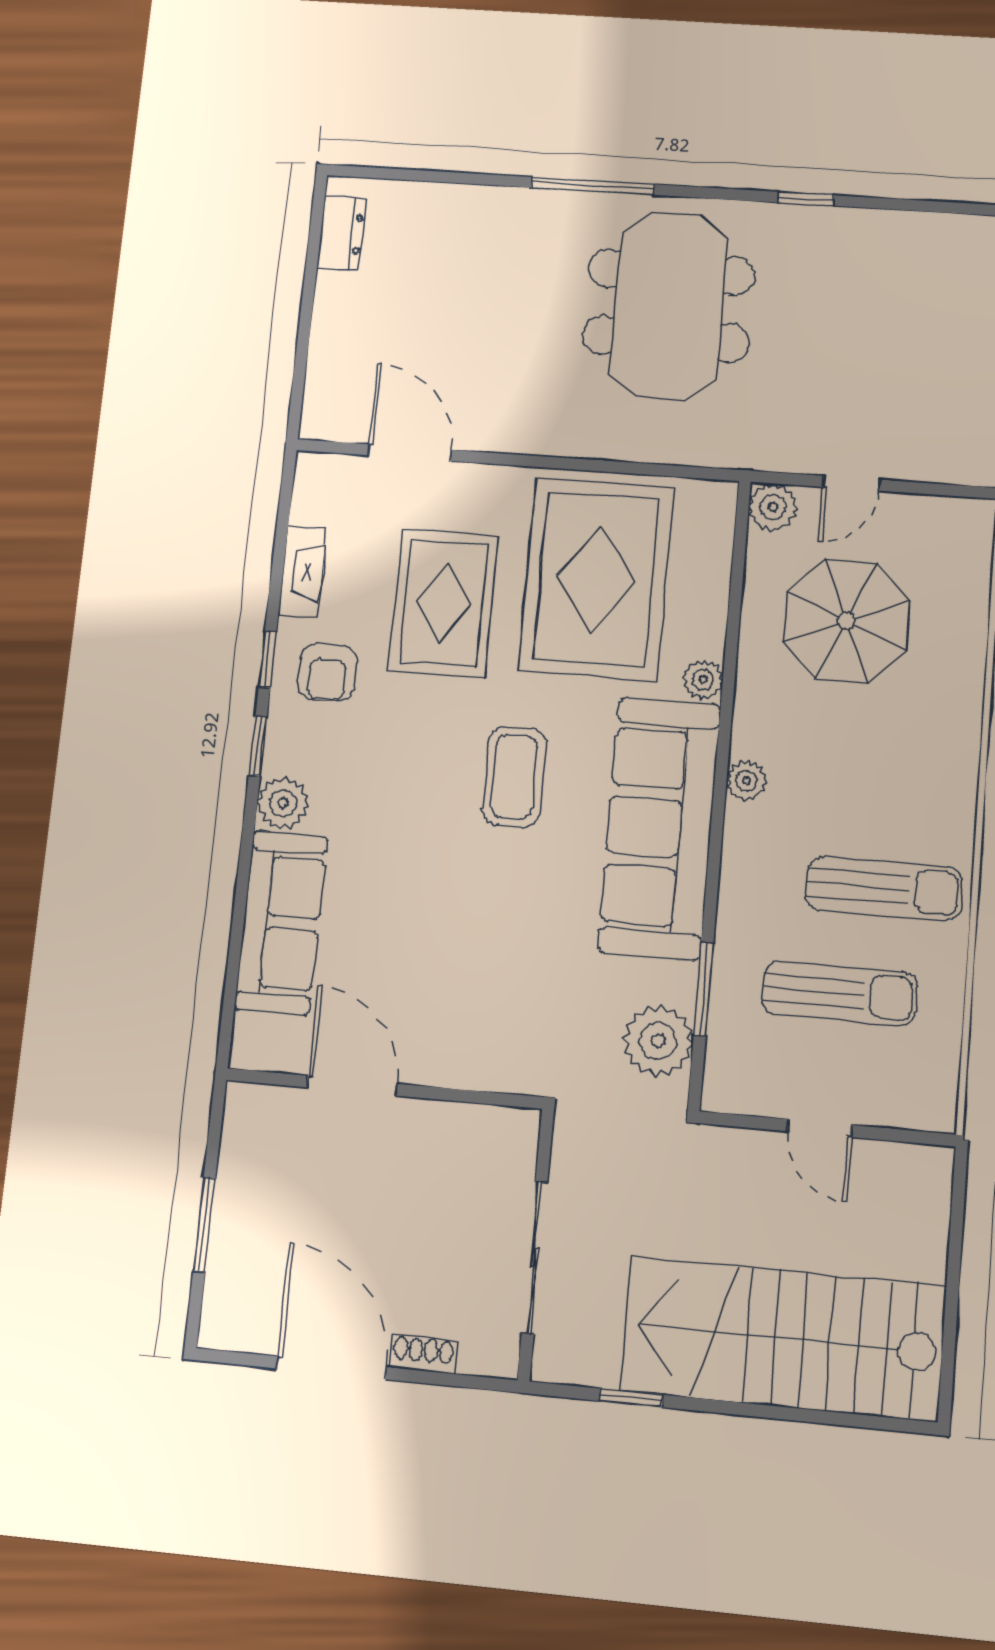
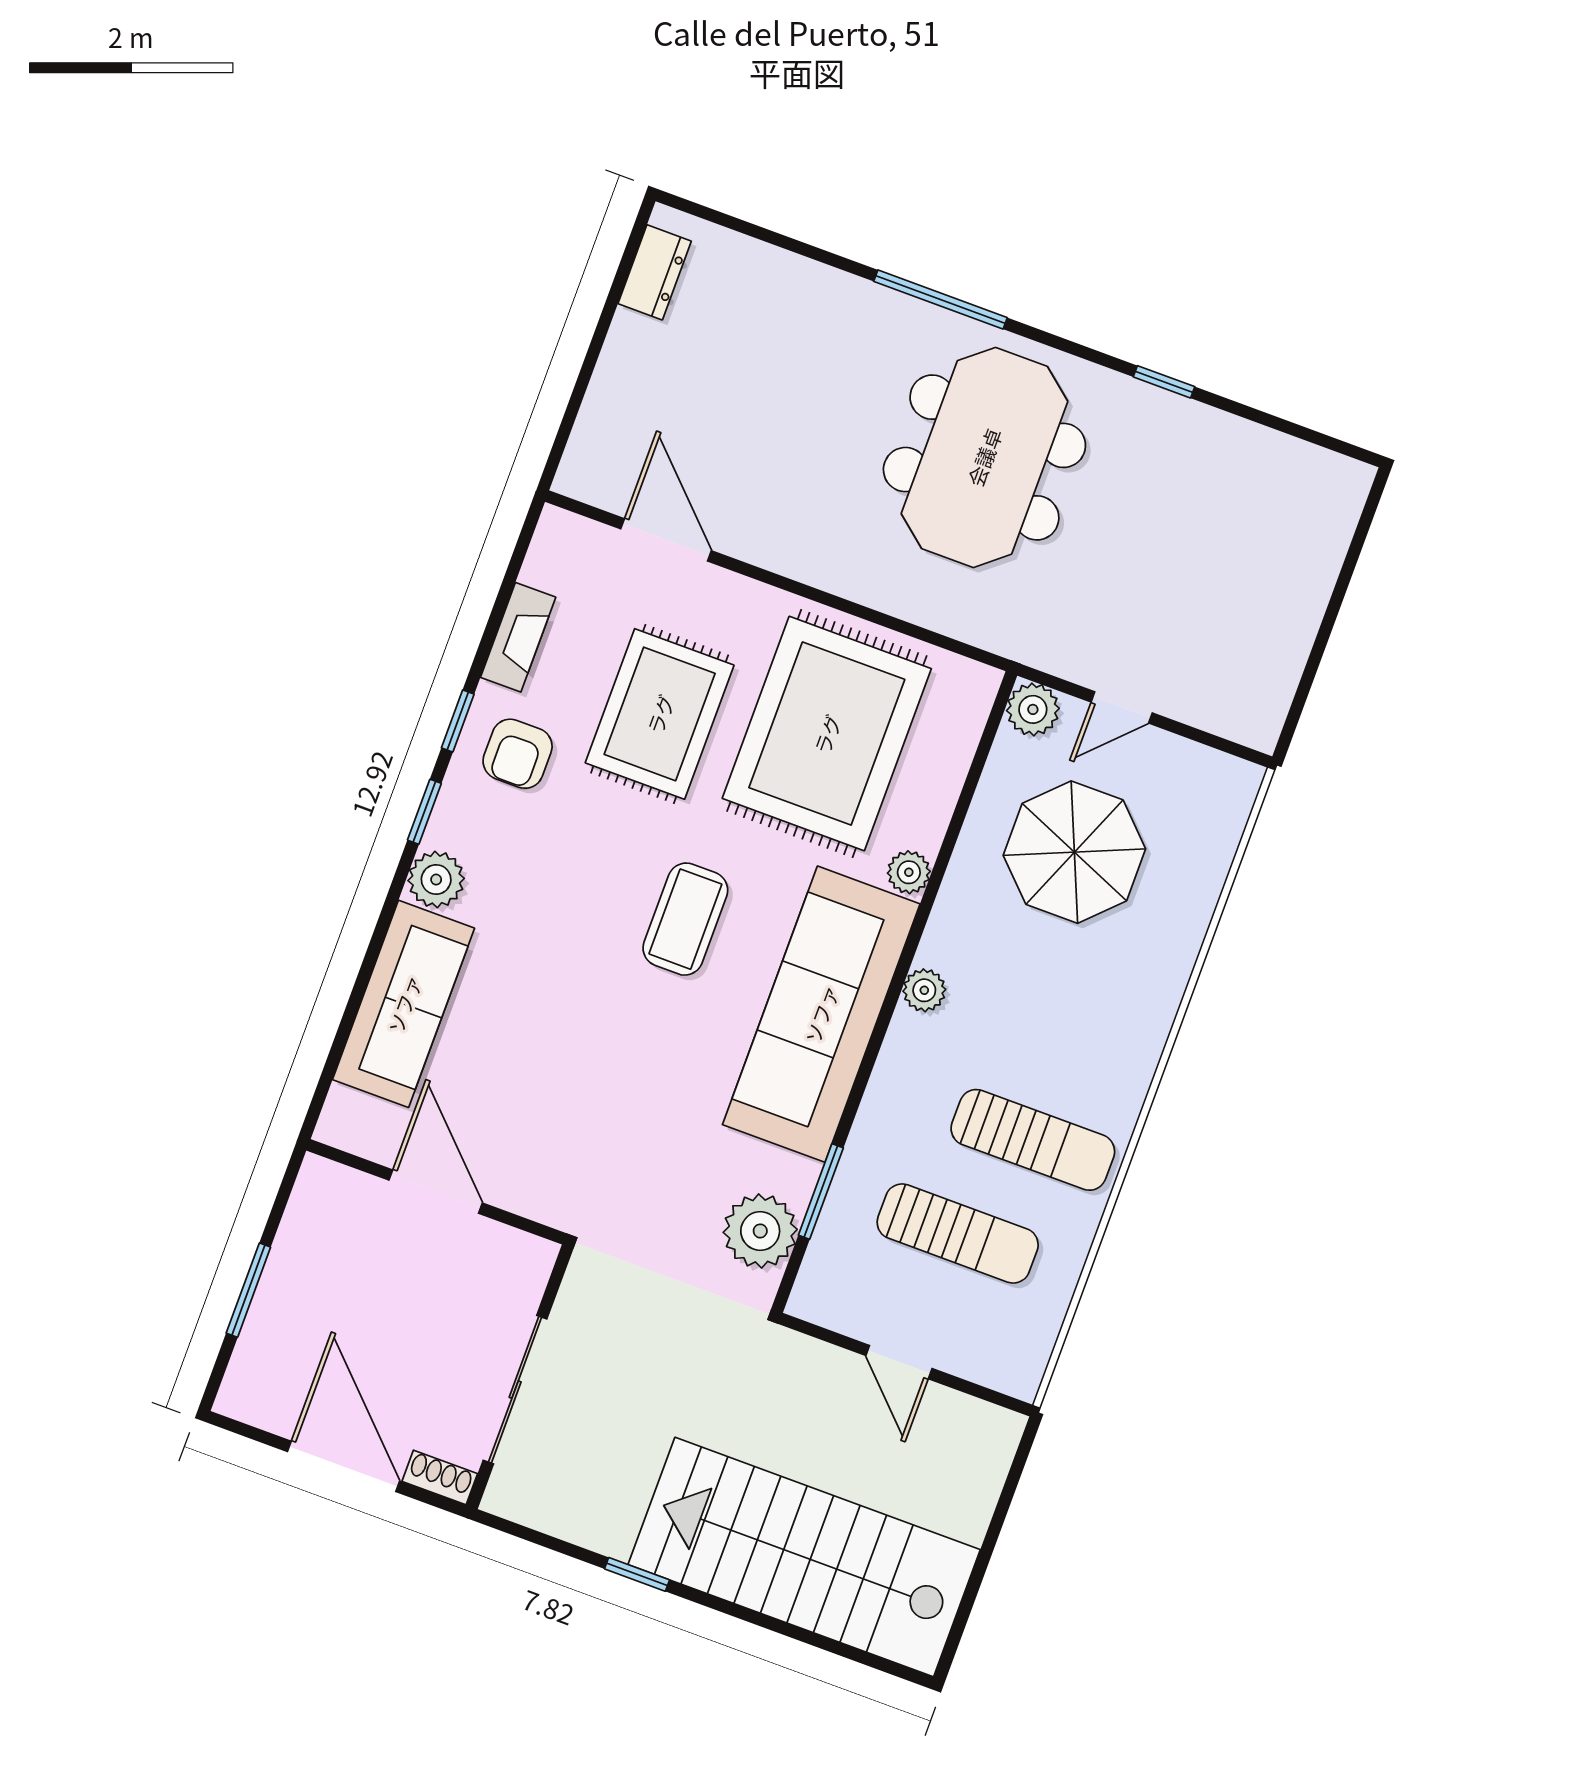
wall: (536, 1244) -> (520, 1377), moved
sliding door: (535, 1257) -> (515, 1390), moved

